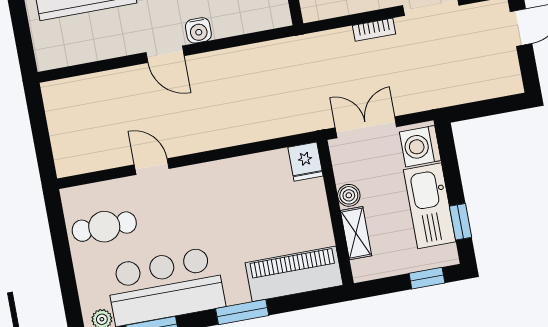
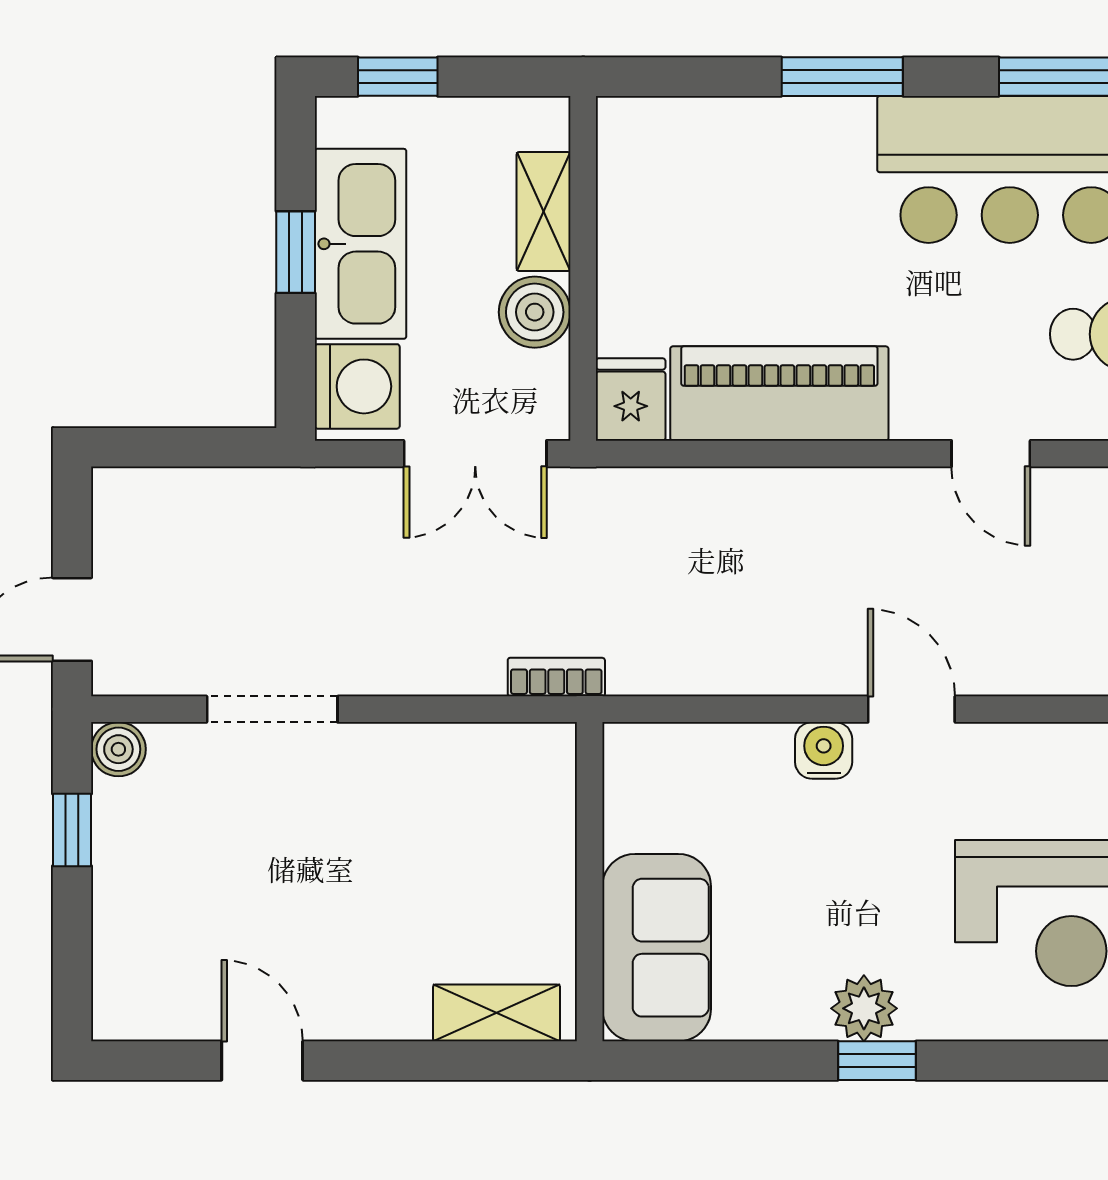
bookcase: (374, 30) -> (556, 677), moved
boiler: (349, 195) -> (535, 312), width x1.36, depth x1.36
window: (461, 222) -> (296, 252), moved
piano: (294, 274) -> (779, 393), moved, turned 180

